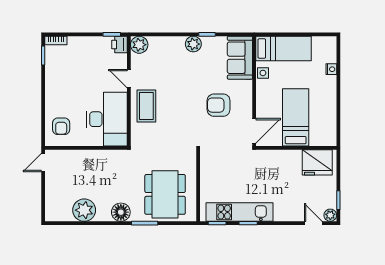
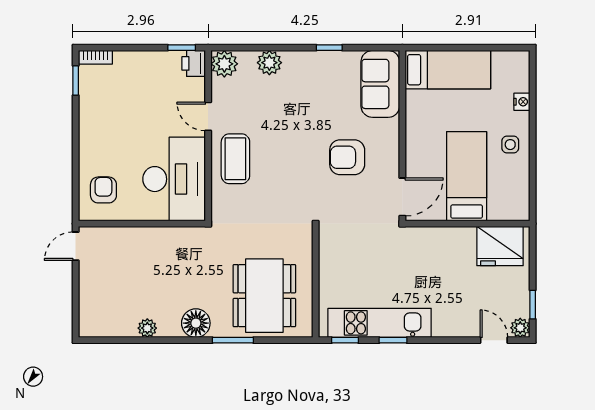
plant: (193, 44) -> (269, 63), moved
side table: (263, 73) -> (510, 145), moved
armchair: (61, 126) -> (103, 190), turned 180
plant: (84, 210) -> (147, 328), width x0.53, depth x0.53

